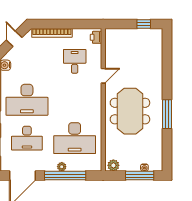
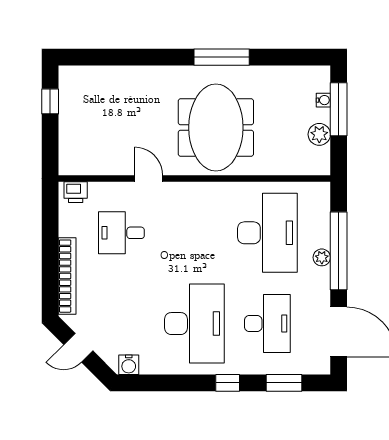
meeting table: (130, 111) -> (216, 128), turned 90
plant: (113, 165) -> (319, 134), moved

